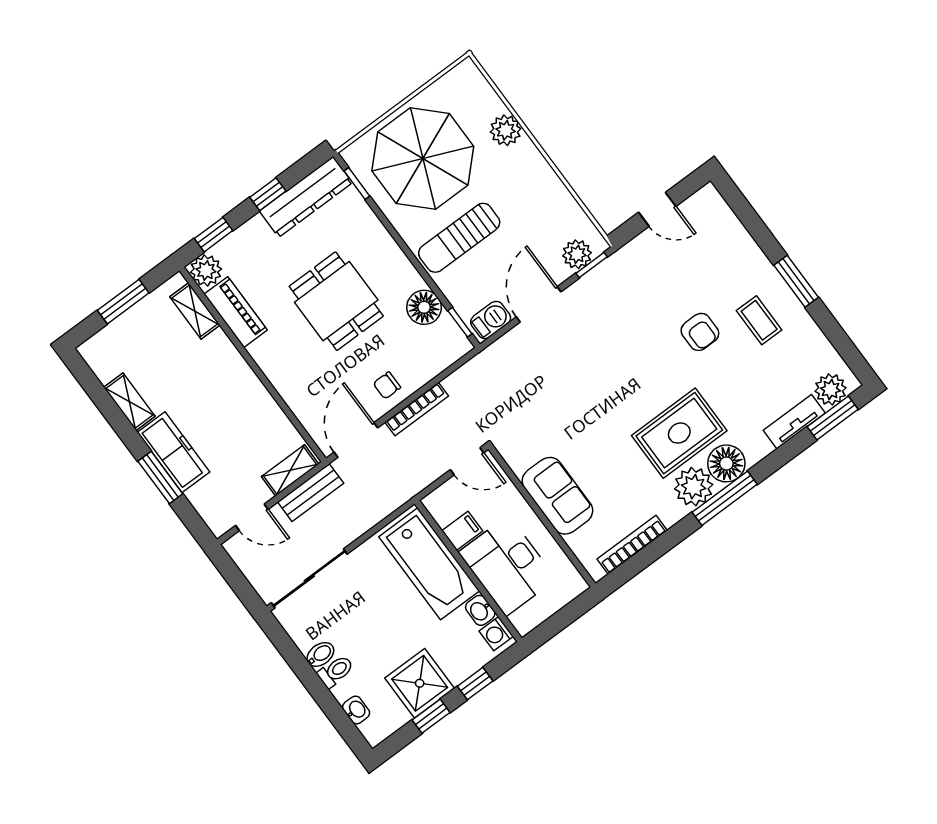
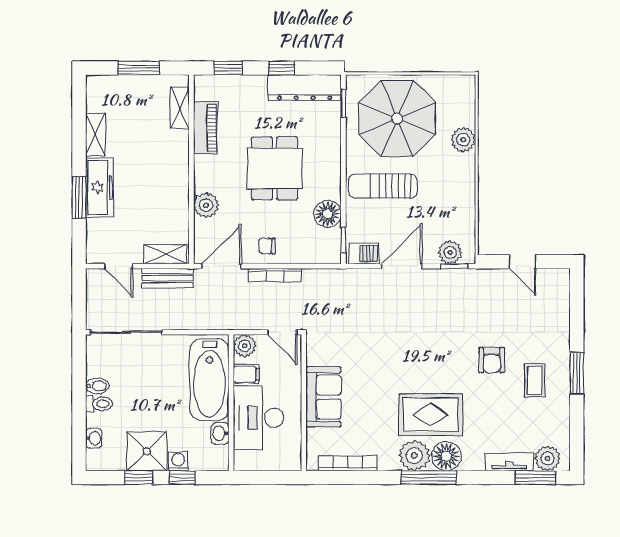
plant: (206, 270) -> (206, 205), moved
plant: (439, 503) -> (245, 346), added
washing machine: (496, 634) -> (178, 461), moved, turned 90

